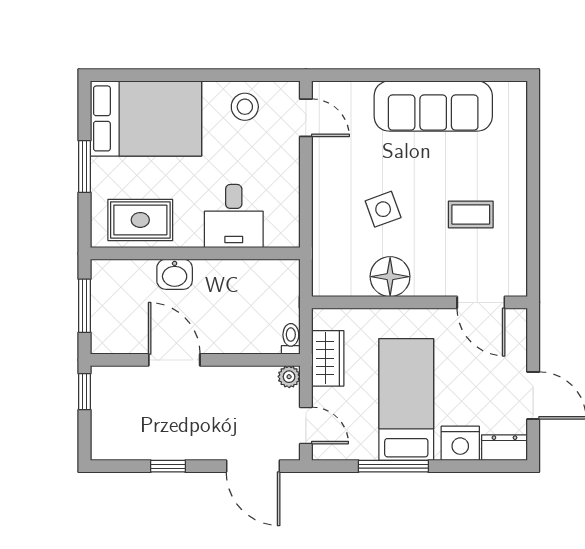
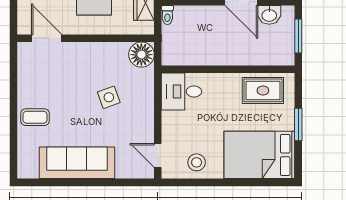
coffee table: (471, 214) -> (35, 117), moved
desk: (234, 216) -> (182, 91), moved, turned -90
washbasin: (175, 274) -> (269, 15), moved, turned 180
floor lamp: (390, 277) -> (141, 55), moved

